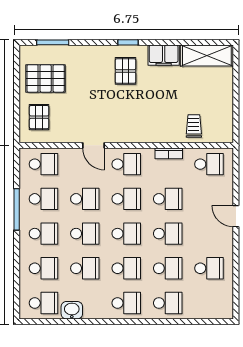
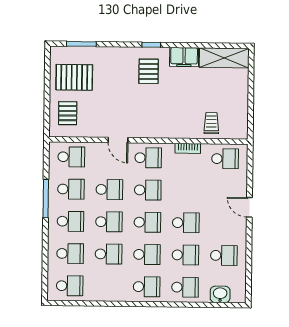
school desk: (168, 199) -> (186, 190), removed
washbasin: (72, 310) -> (220, 294), moved

